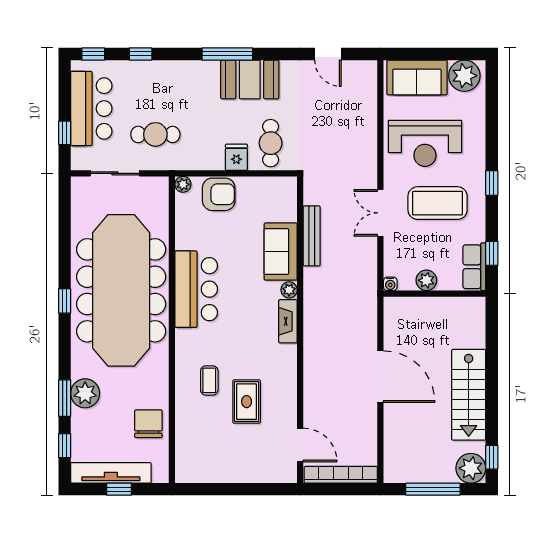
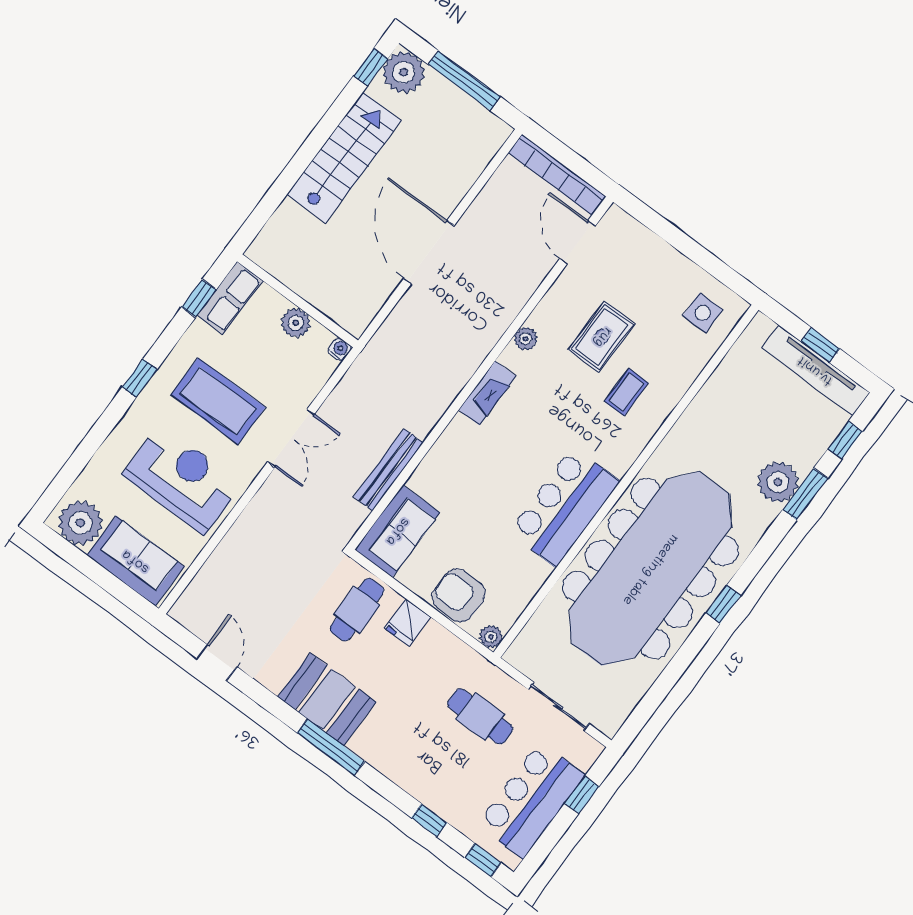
sofa: (281, 252) -> (397, 531), moved
plant: (289, 290) -> (526, 339), moved
chair: (148, 424) -> (732, 394), removed
side table: (199, 458) -> (703, 313), added

